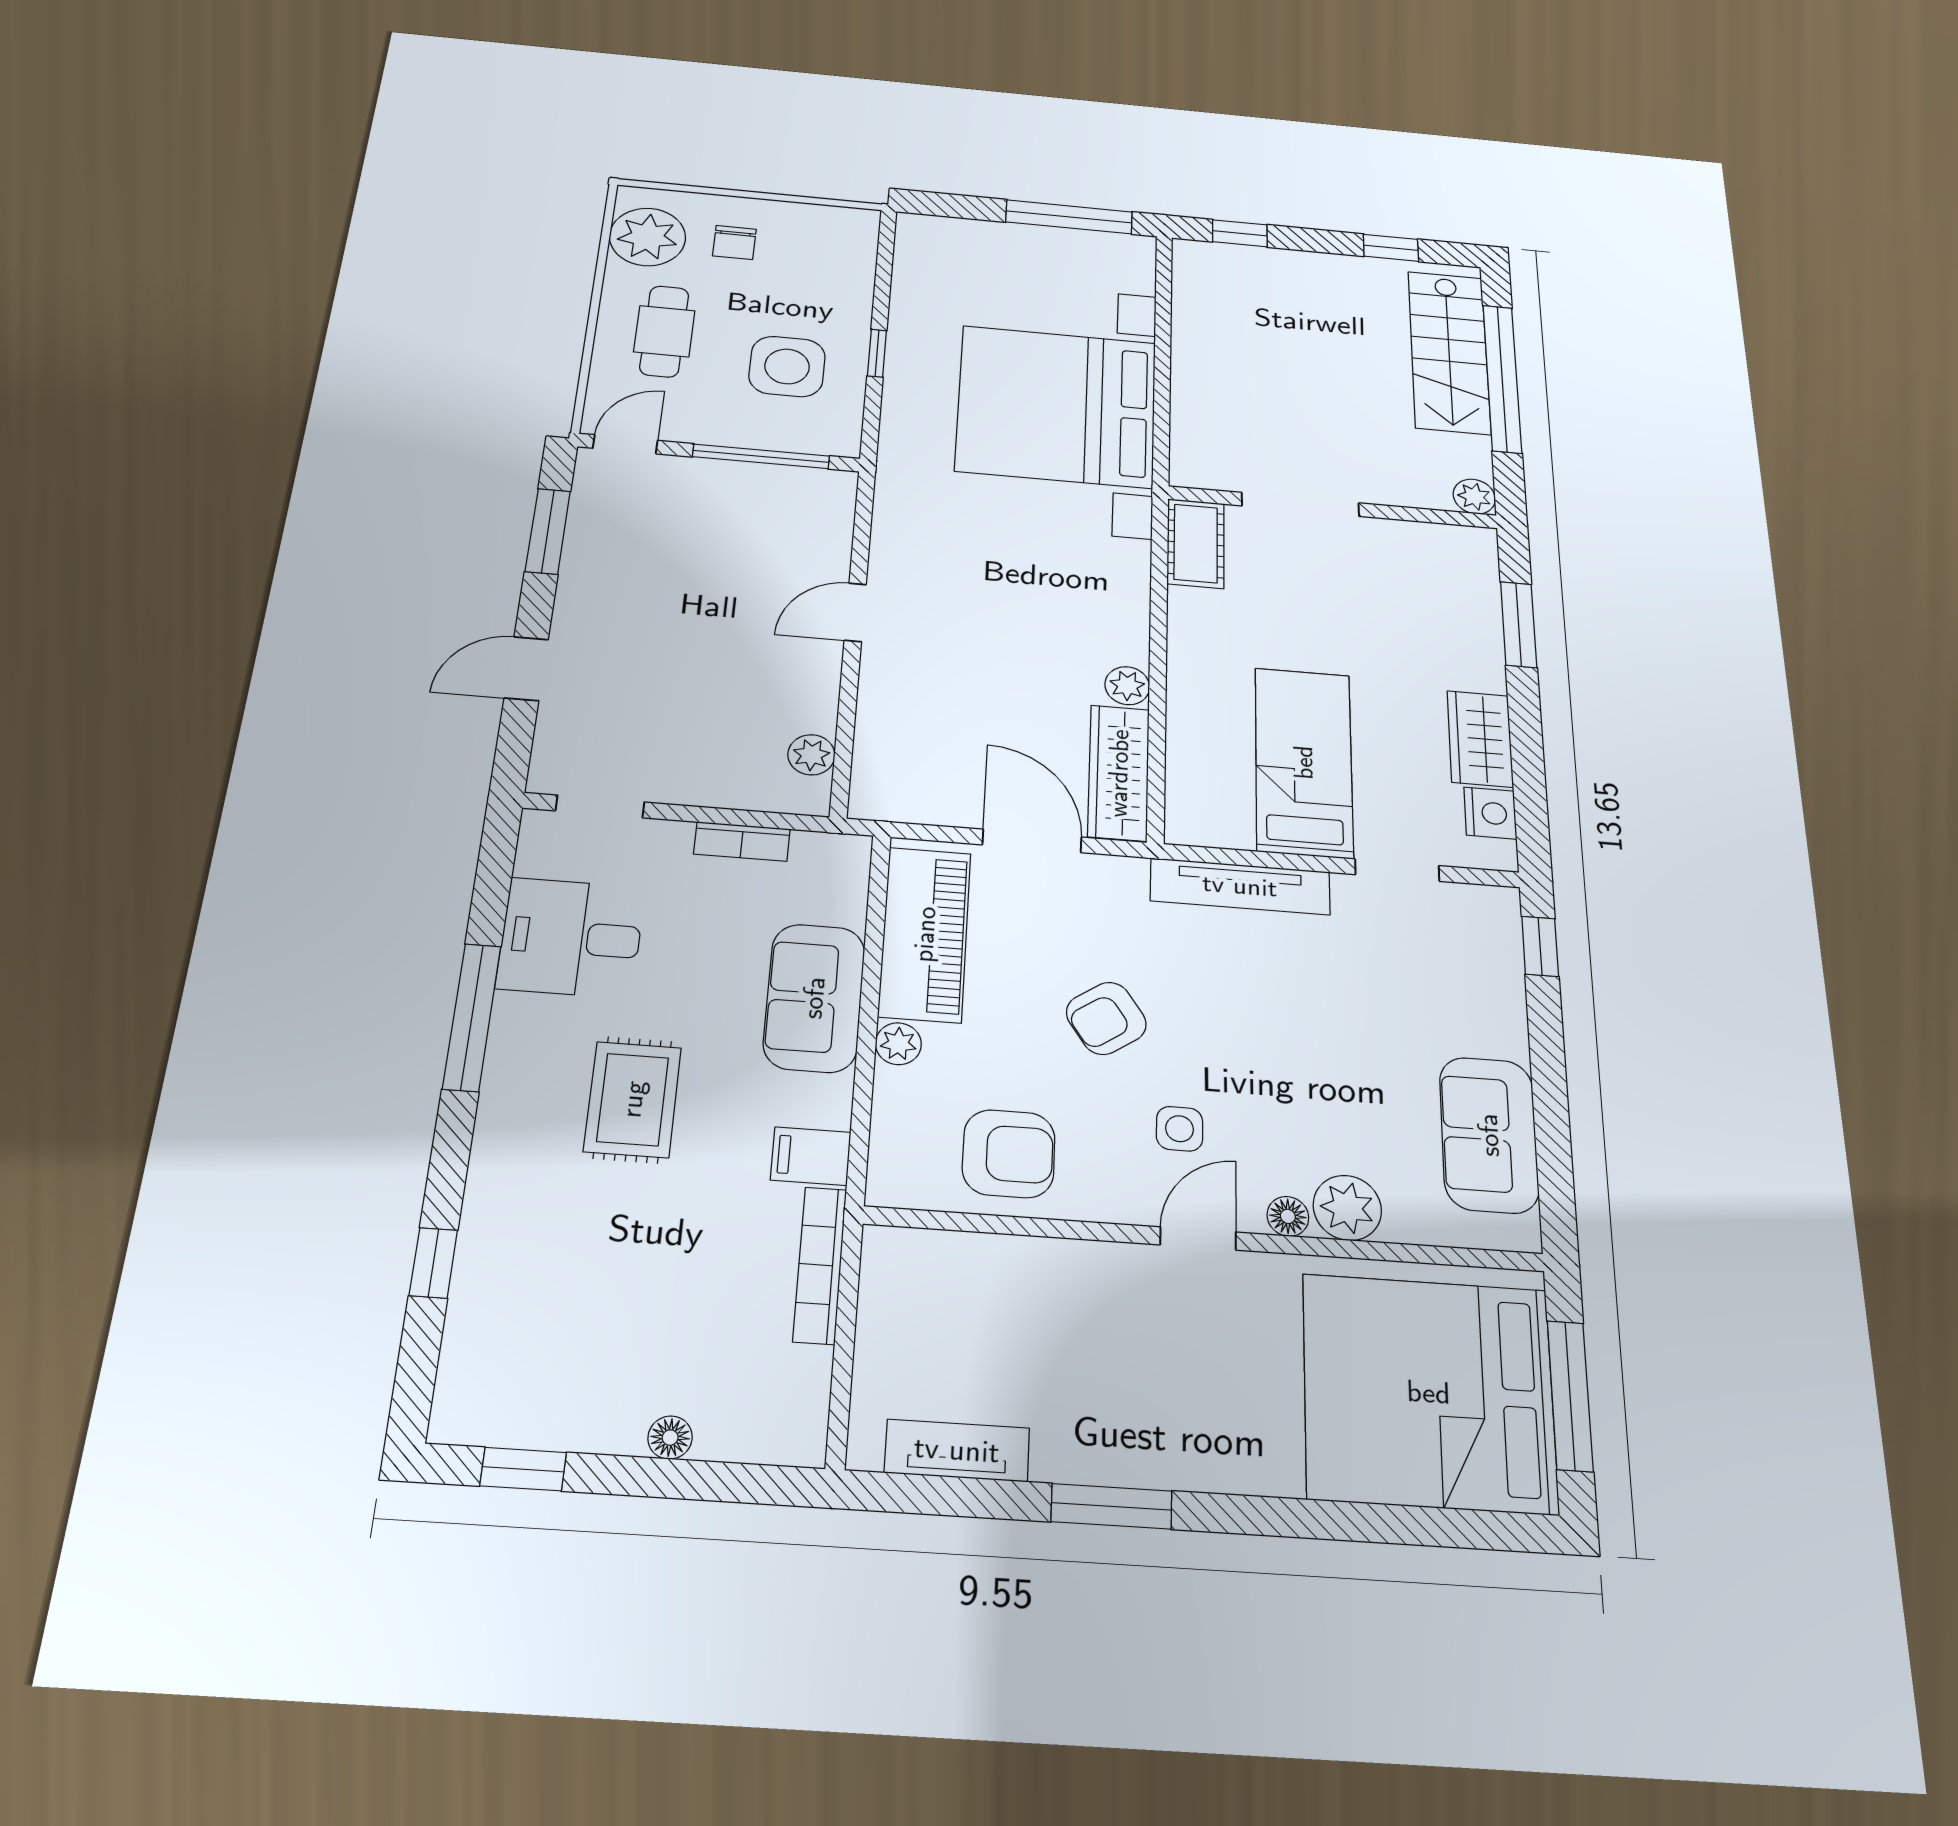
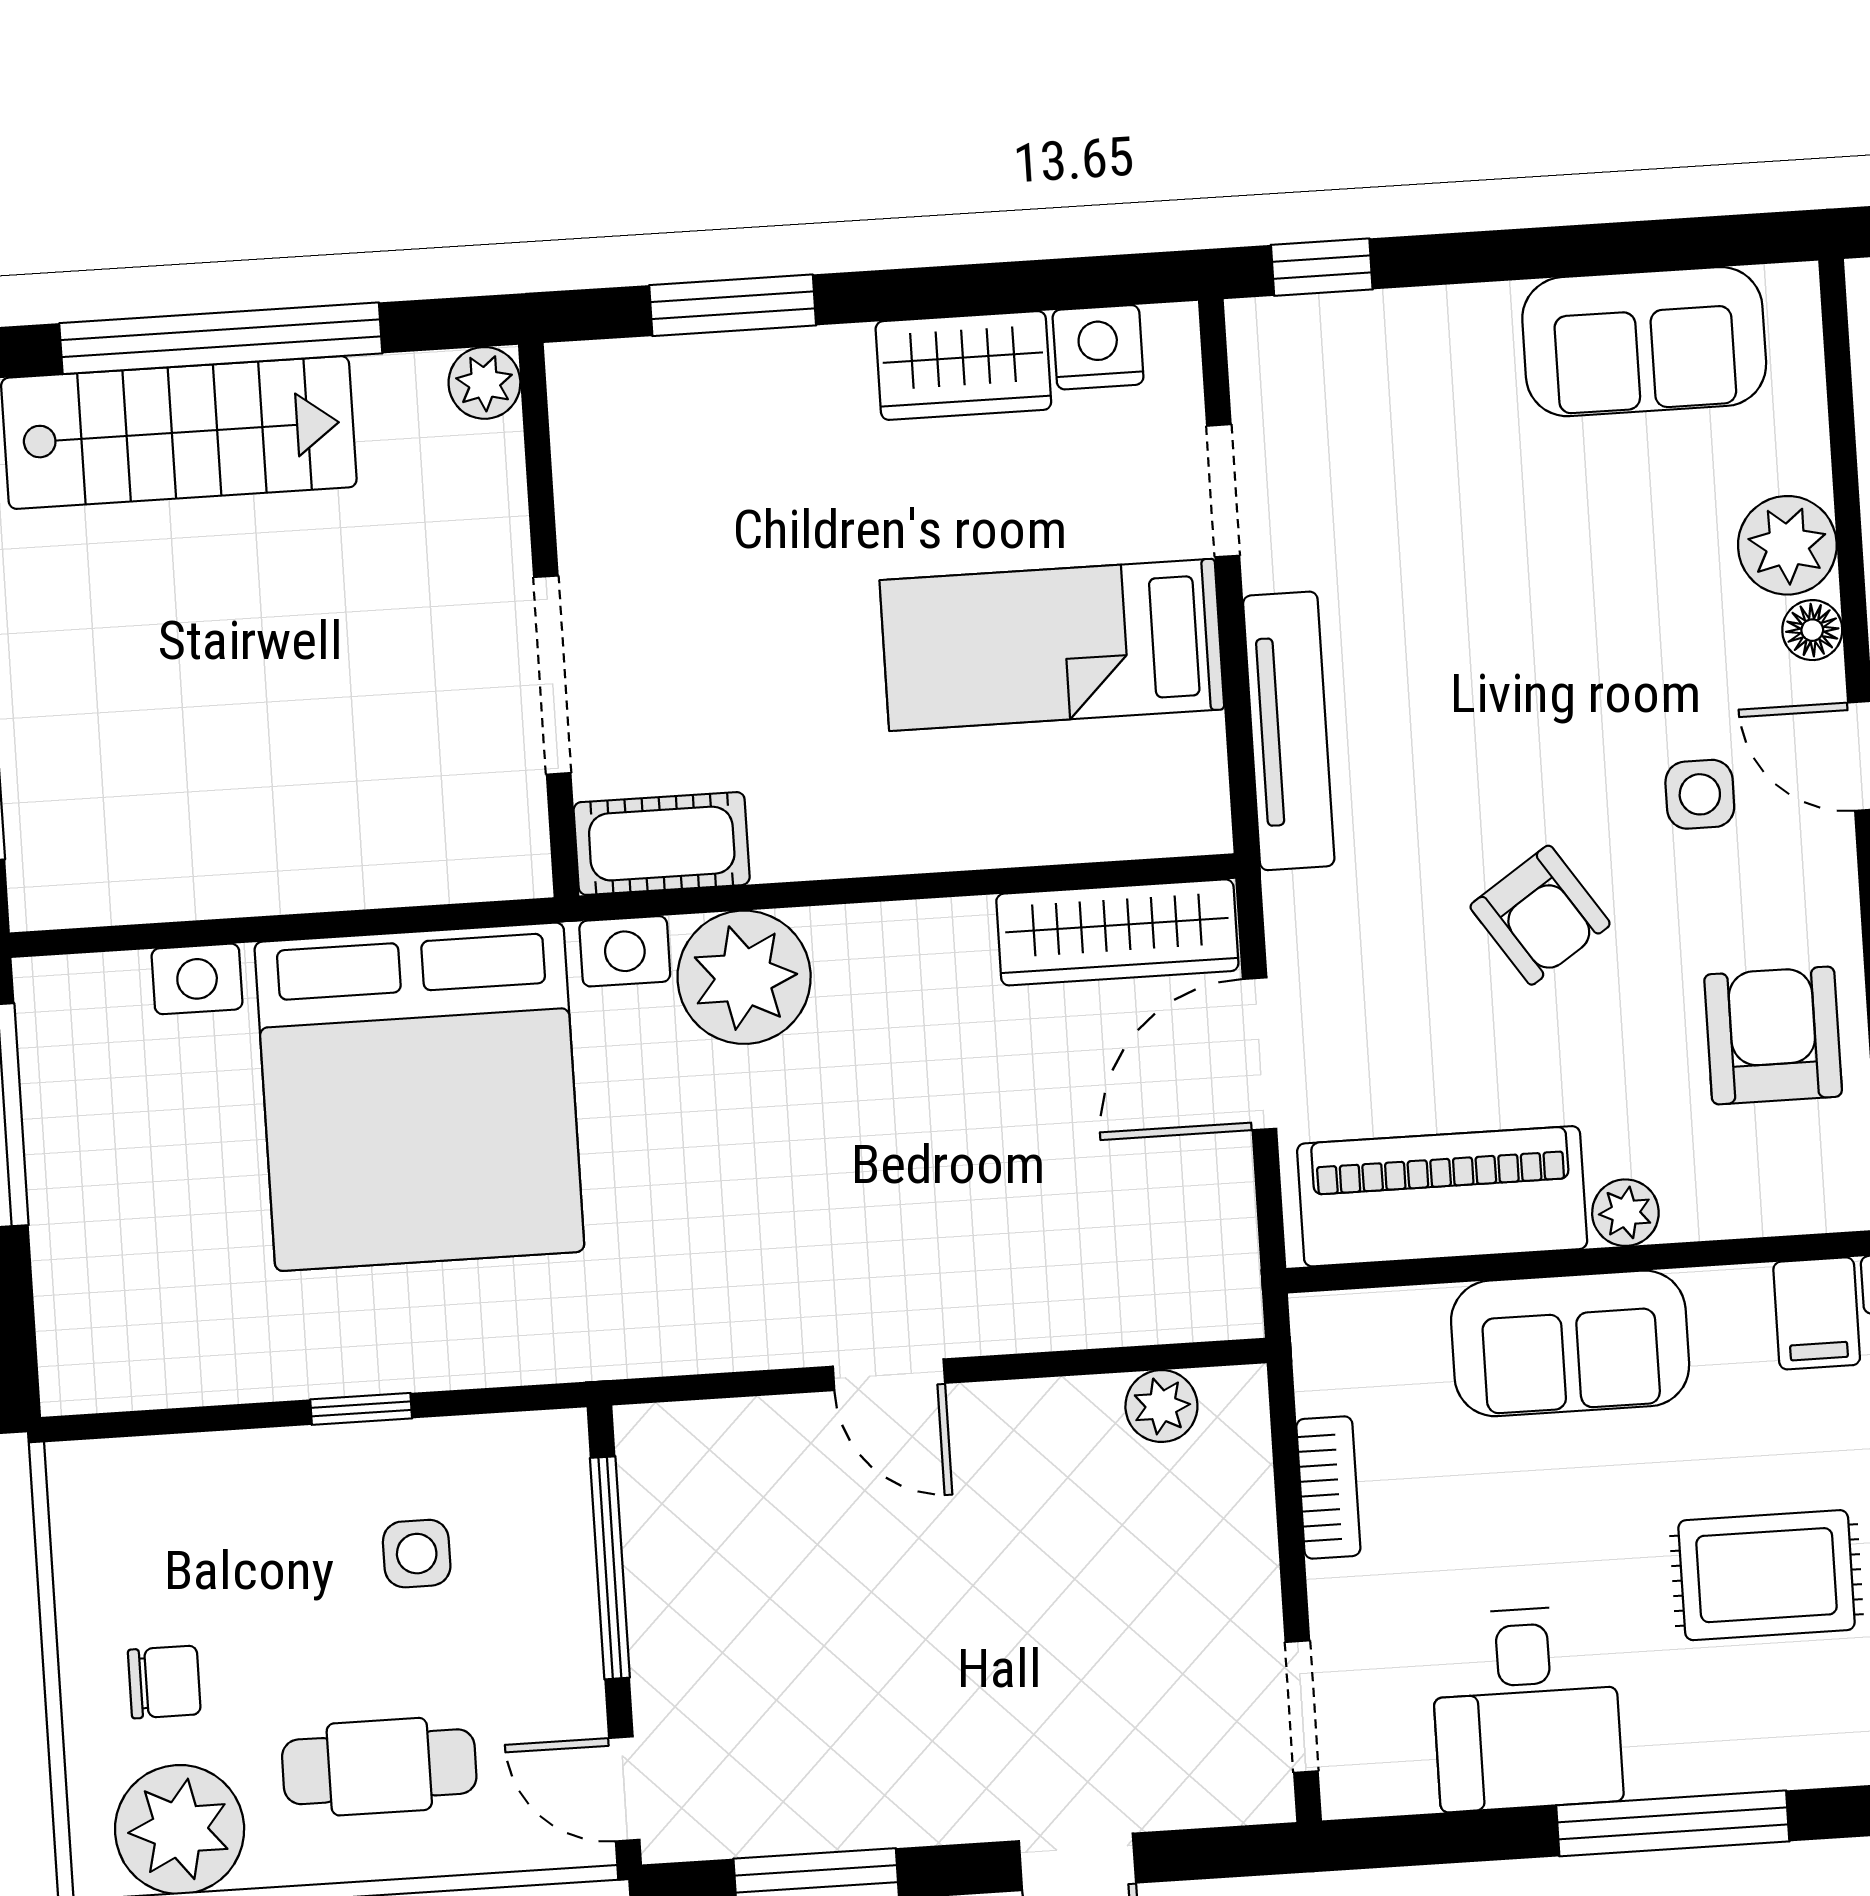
side table: (787, 366) -> (417, 1554), width x0.54, depth x0.54
plant: (1127, 686) -> (744, 977), moved, width x1.88, depth x1.88

